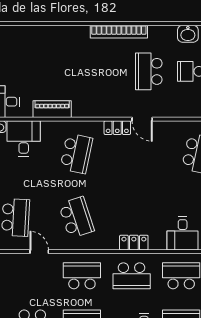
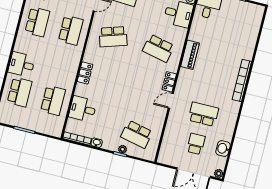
bookcase: (119, 32) -> (242, 80), moved
piano: (52, 109) -> (190, 55), moved
school desk: (132, 276) -> (62, 65), removed

